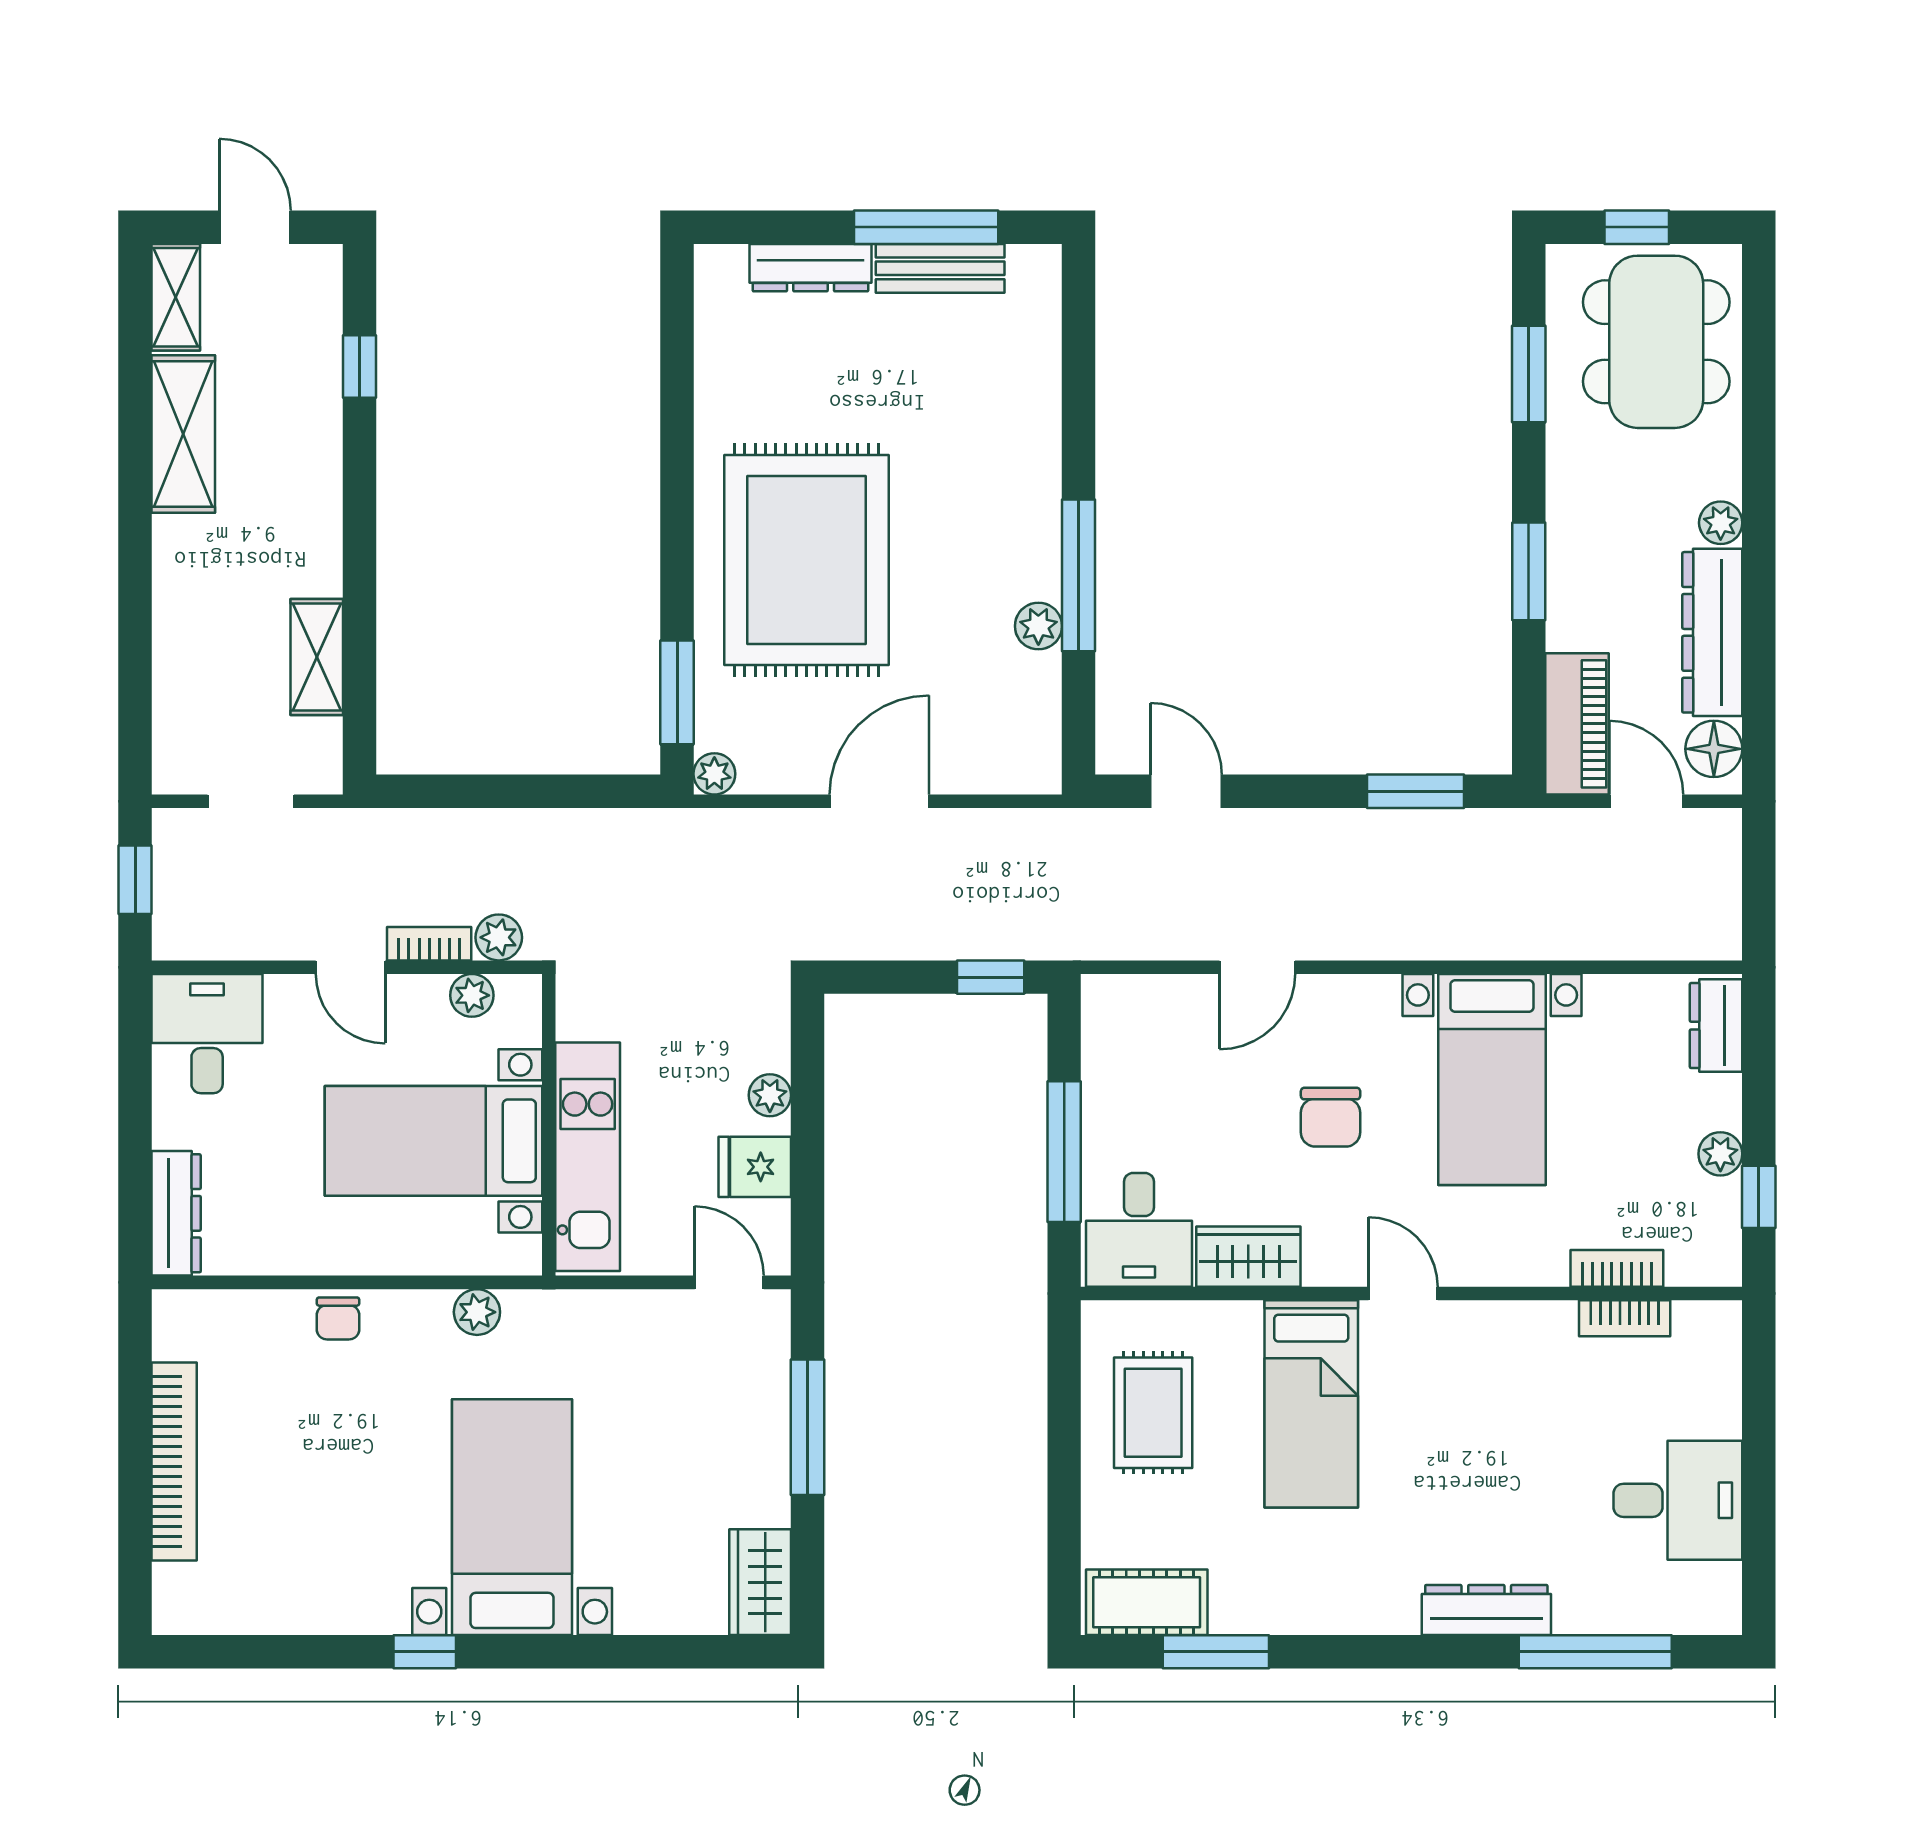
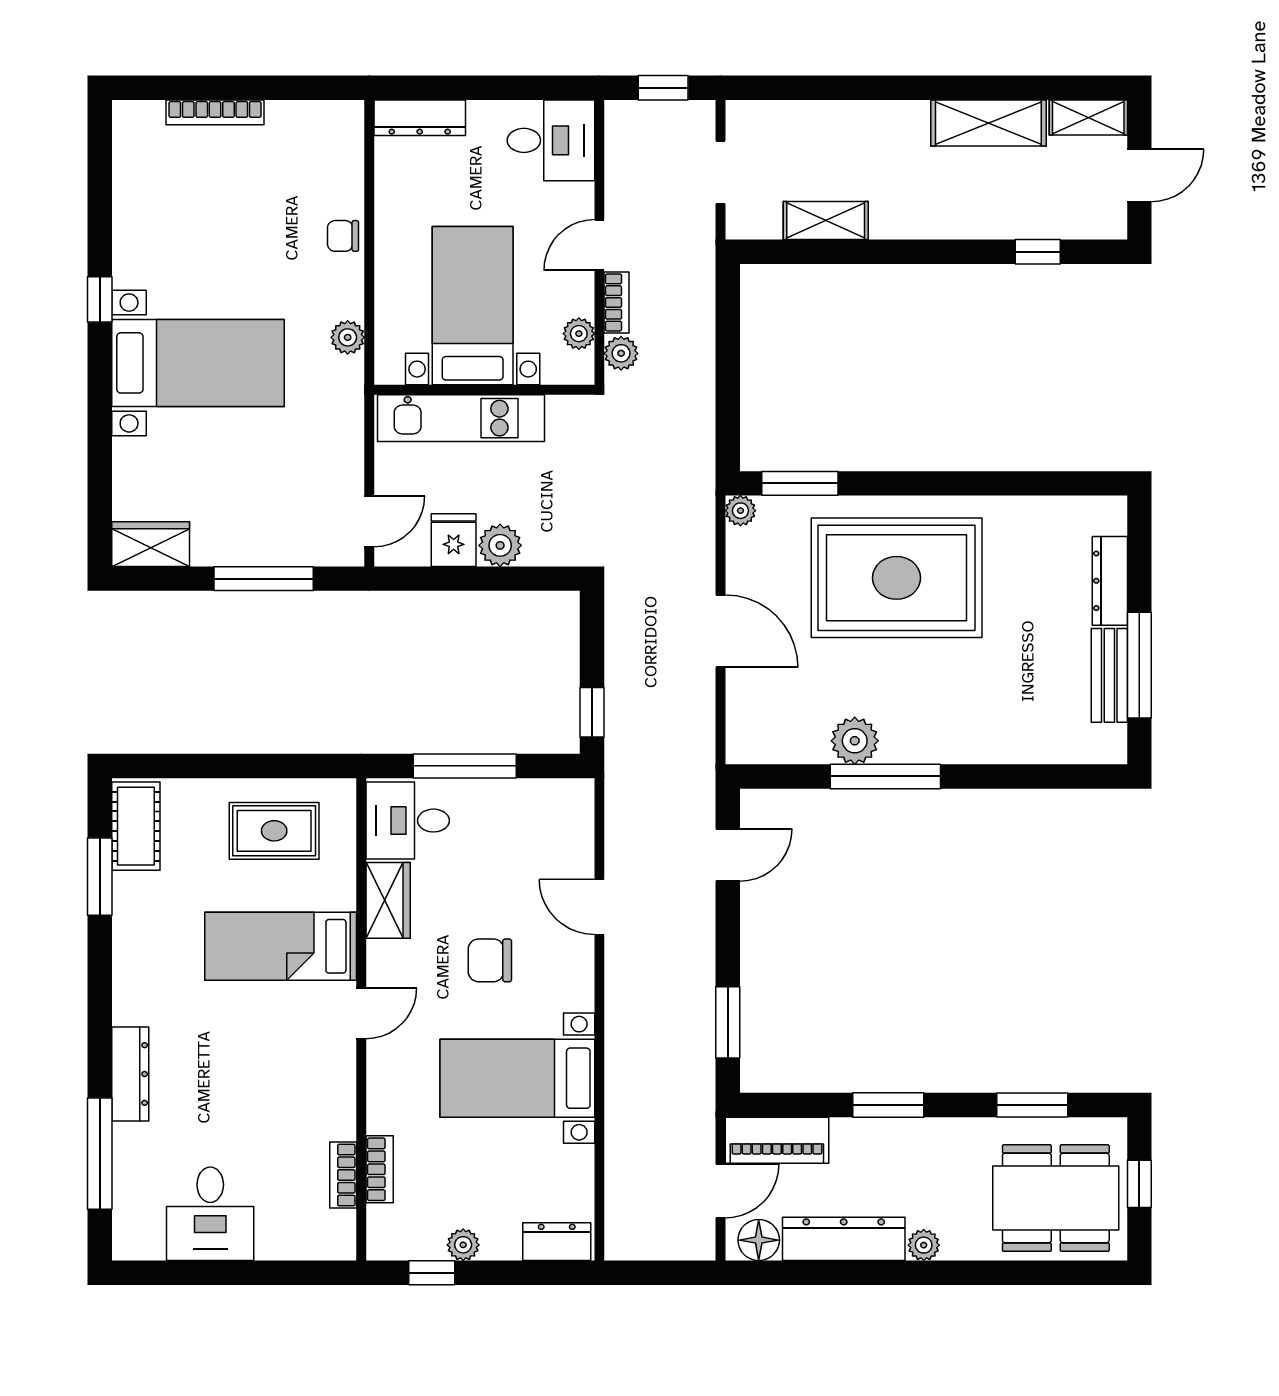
plant: (1038, 626) -> (855, 741), width x1.38, depth x1.38
plant: (770, 1095) -> (500, 545), width x1.38, depth x1.38
bookcase: (174, 1462) -> (215, 112), width x0.68, depth x0.76

